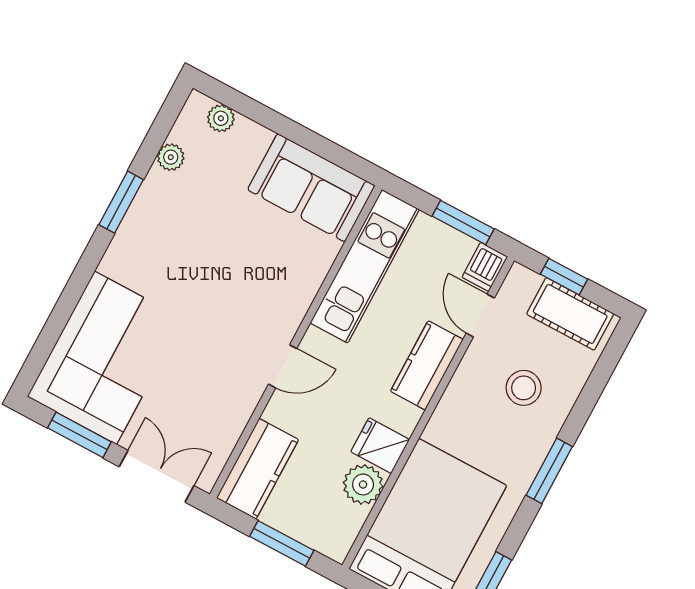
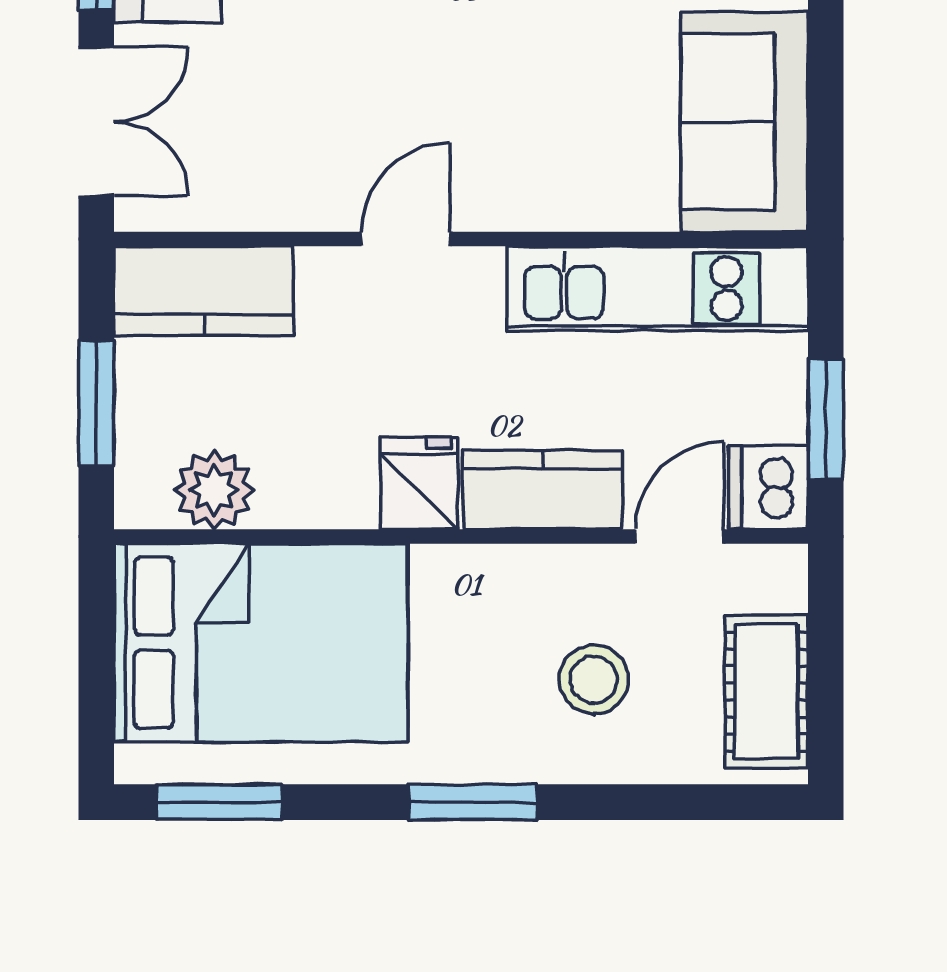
dishwasher: (485, 267) -> (769, 487), width x1.38
window: (564, 277) -> (826, 646), removed
door: (283, 366) -> (406, 239), swing flipped
fridge: (380, 446) -> (419, 483), moved
plant: (363, 484) -> (214, 490), moved

